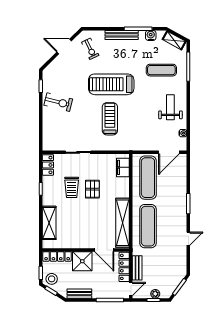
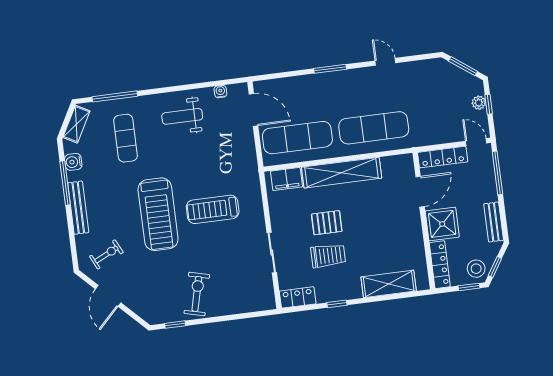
shelving: (122, 223) -> (342, 173), moved
bench: (137, 268) -> (442, 136), removed

